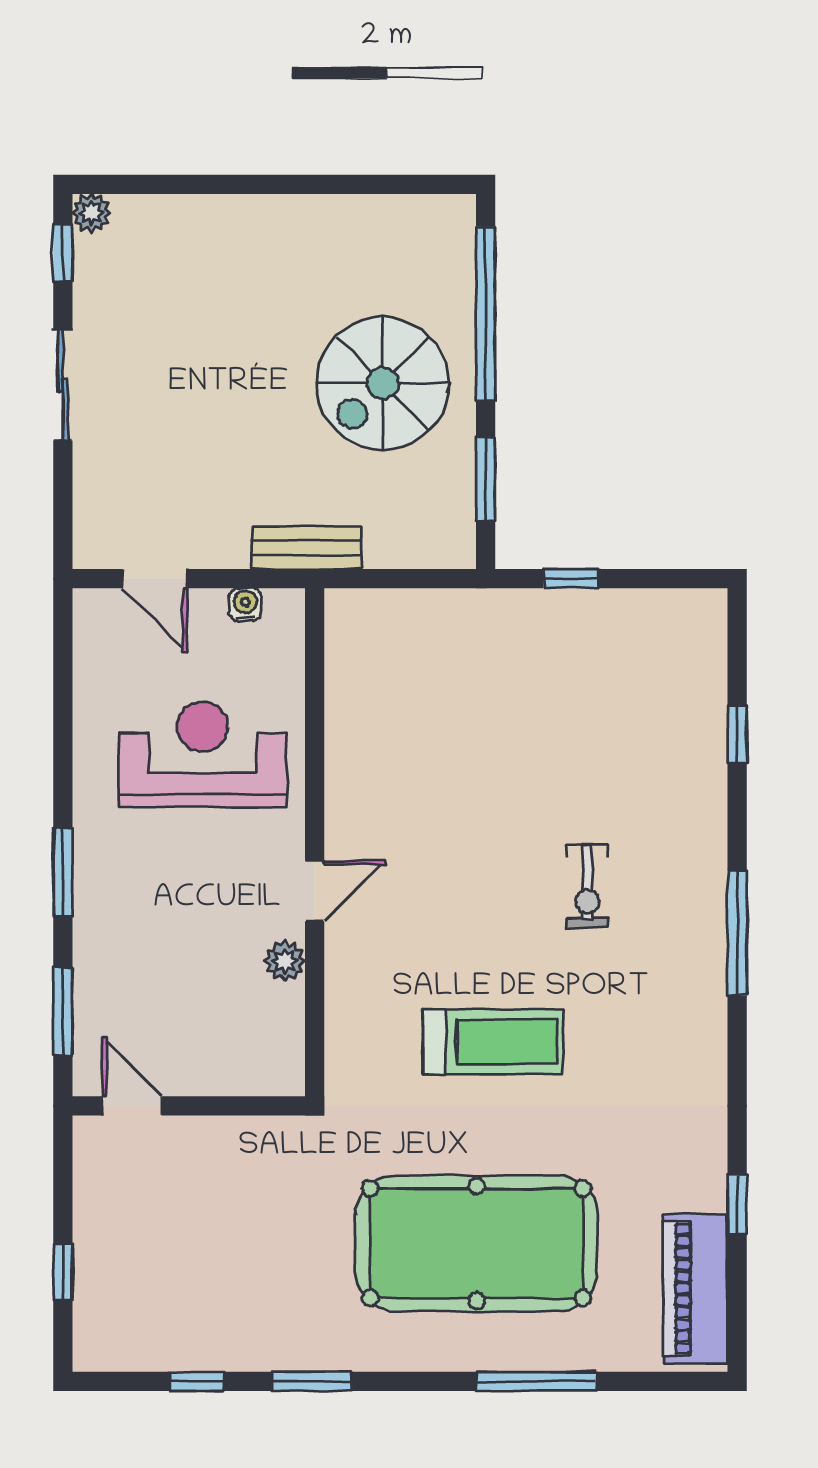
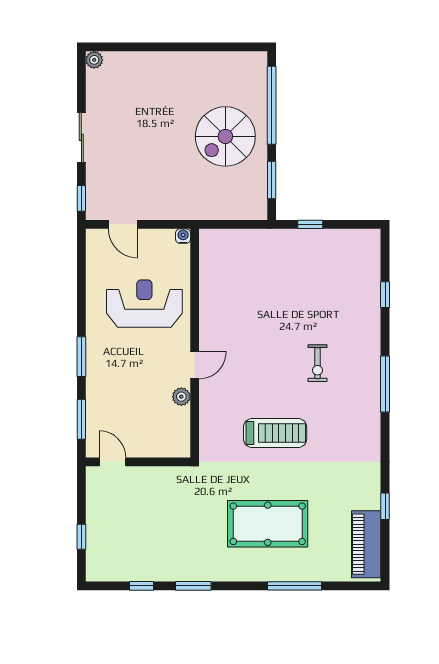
window: (63, 253) -> (81, 198), moved
bench: (306, 548) -> (191, 211), removed
water cooler: (245, 604) -> (183, 236), moved
pool table: (477, 1243) -> (268, 524), width x0.73, depth x0.76

